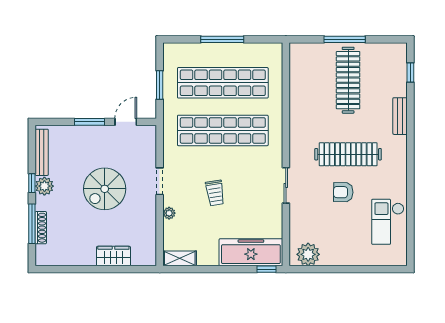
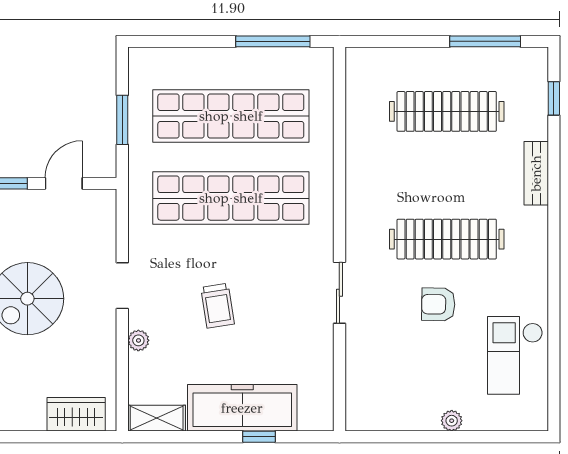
window: (222, 39) -> (273, 41), moved
window: (345, 39) -> (485, 41), moved
clothes rail: (348, 80) -> (447, 111), turned 90
freezer: (251, 252) -> (242, 408), moved
plant: (308, 254) -> (452, 421), moved, width x0.53, depth x0.53
wardrobe: (113, 256) -> (76, 414), moved
window: (266, 269) -> (259, 437), moved

